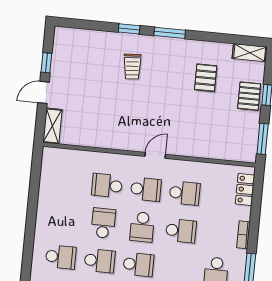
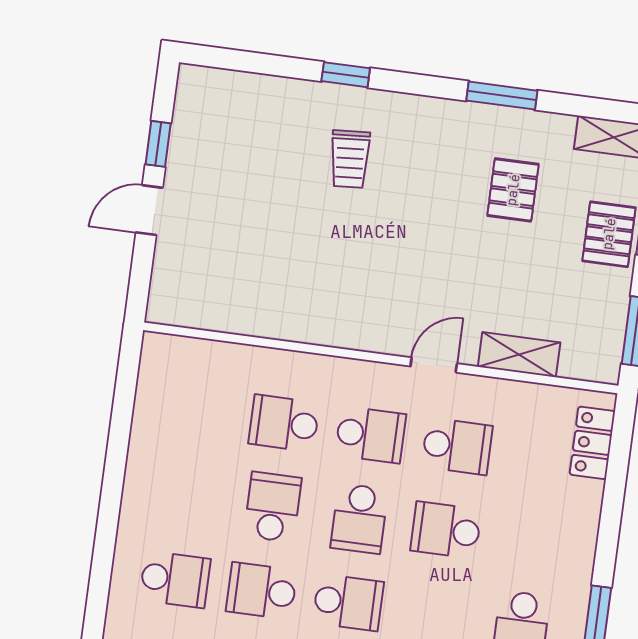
window: (170, 33) -> (502, 96), moved
shelving: (52, 126) -> (519, 355), moved, turned 90
door: (155, 155) -> (434, 365), moved
school desk: (181, 231) -> (446, 530), turned 180
bookcase: (243, 235) -> (585, 544), removed
school desk: (100, 261) -> (262, 591), turned 180

